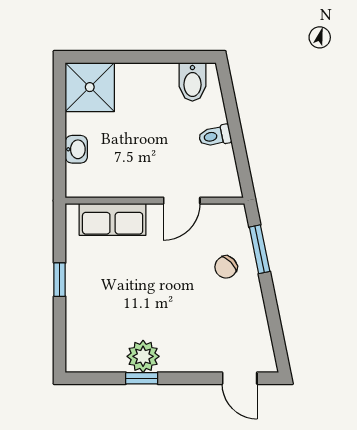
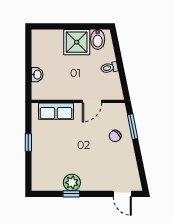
shower: (90, 87) -> (77, 42), moved

